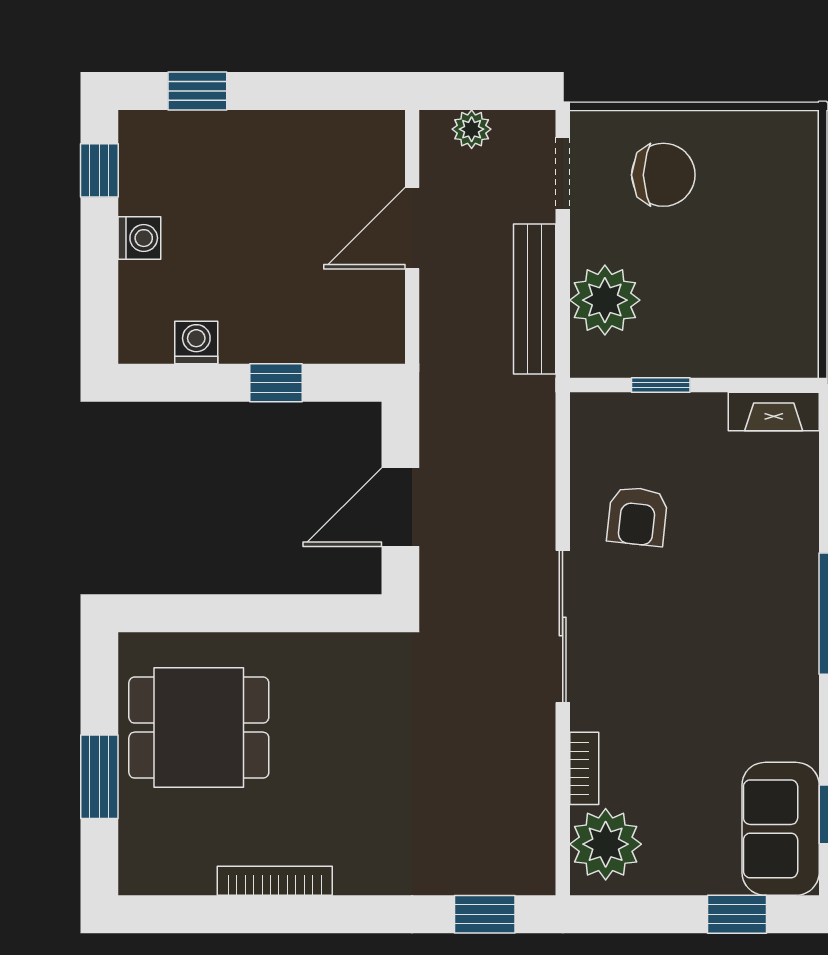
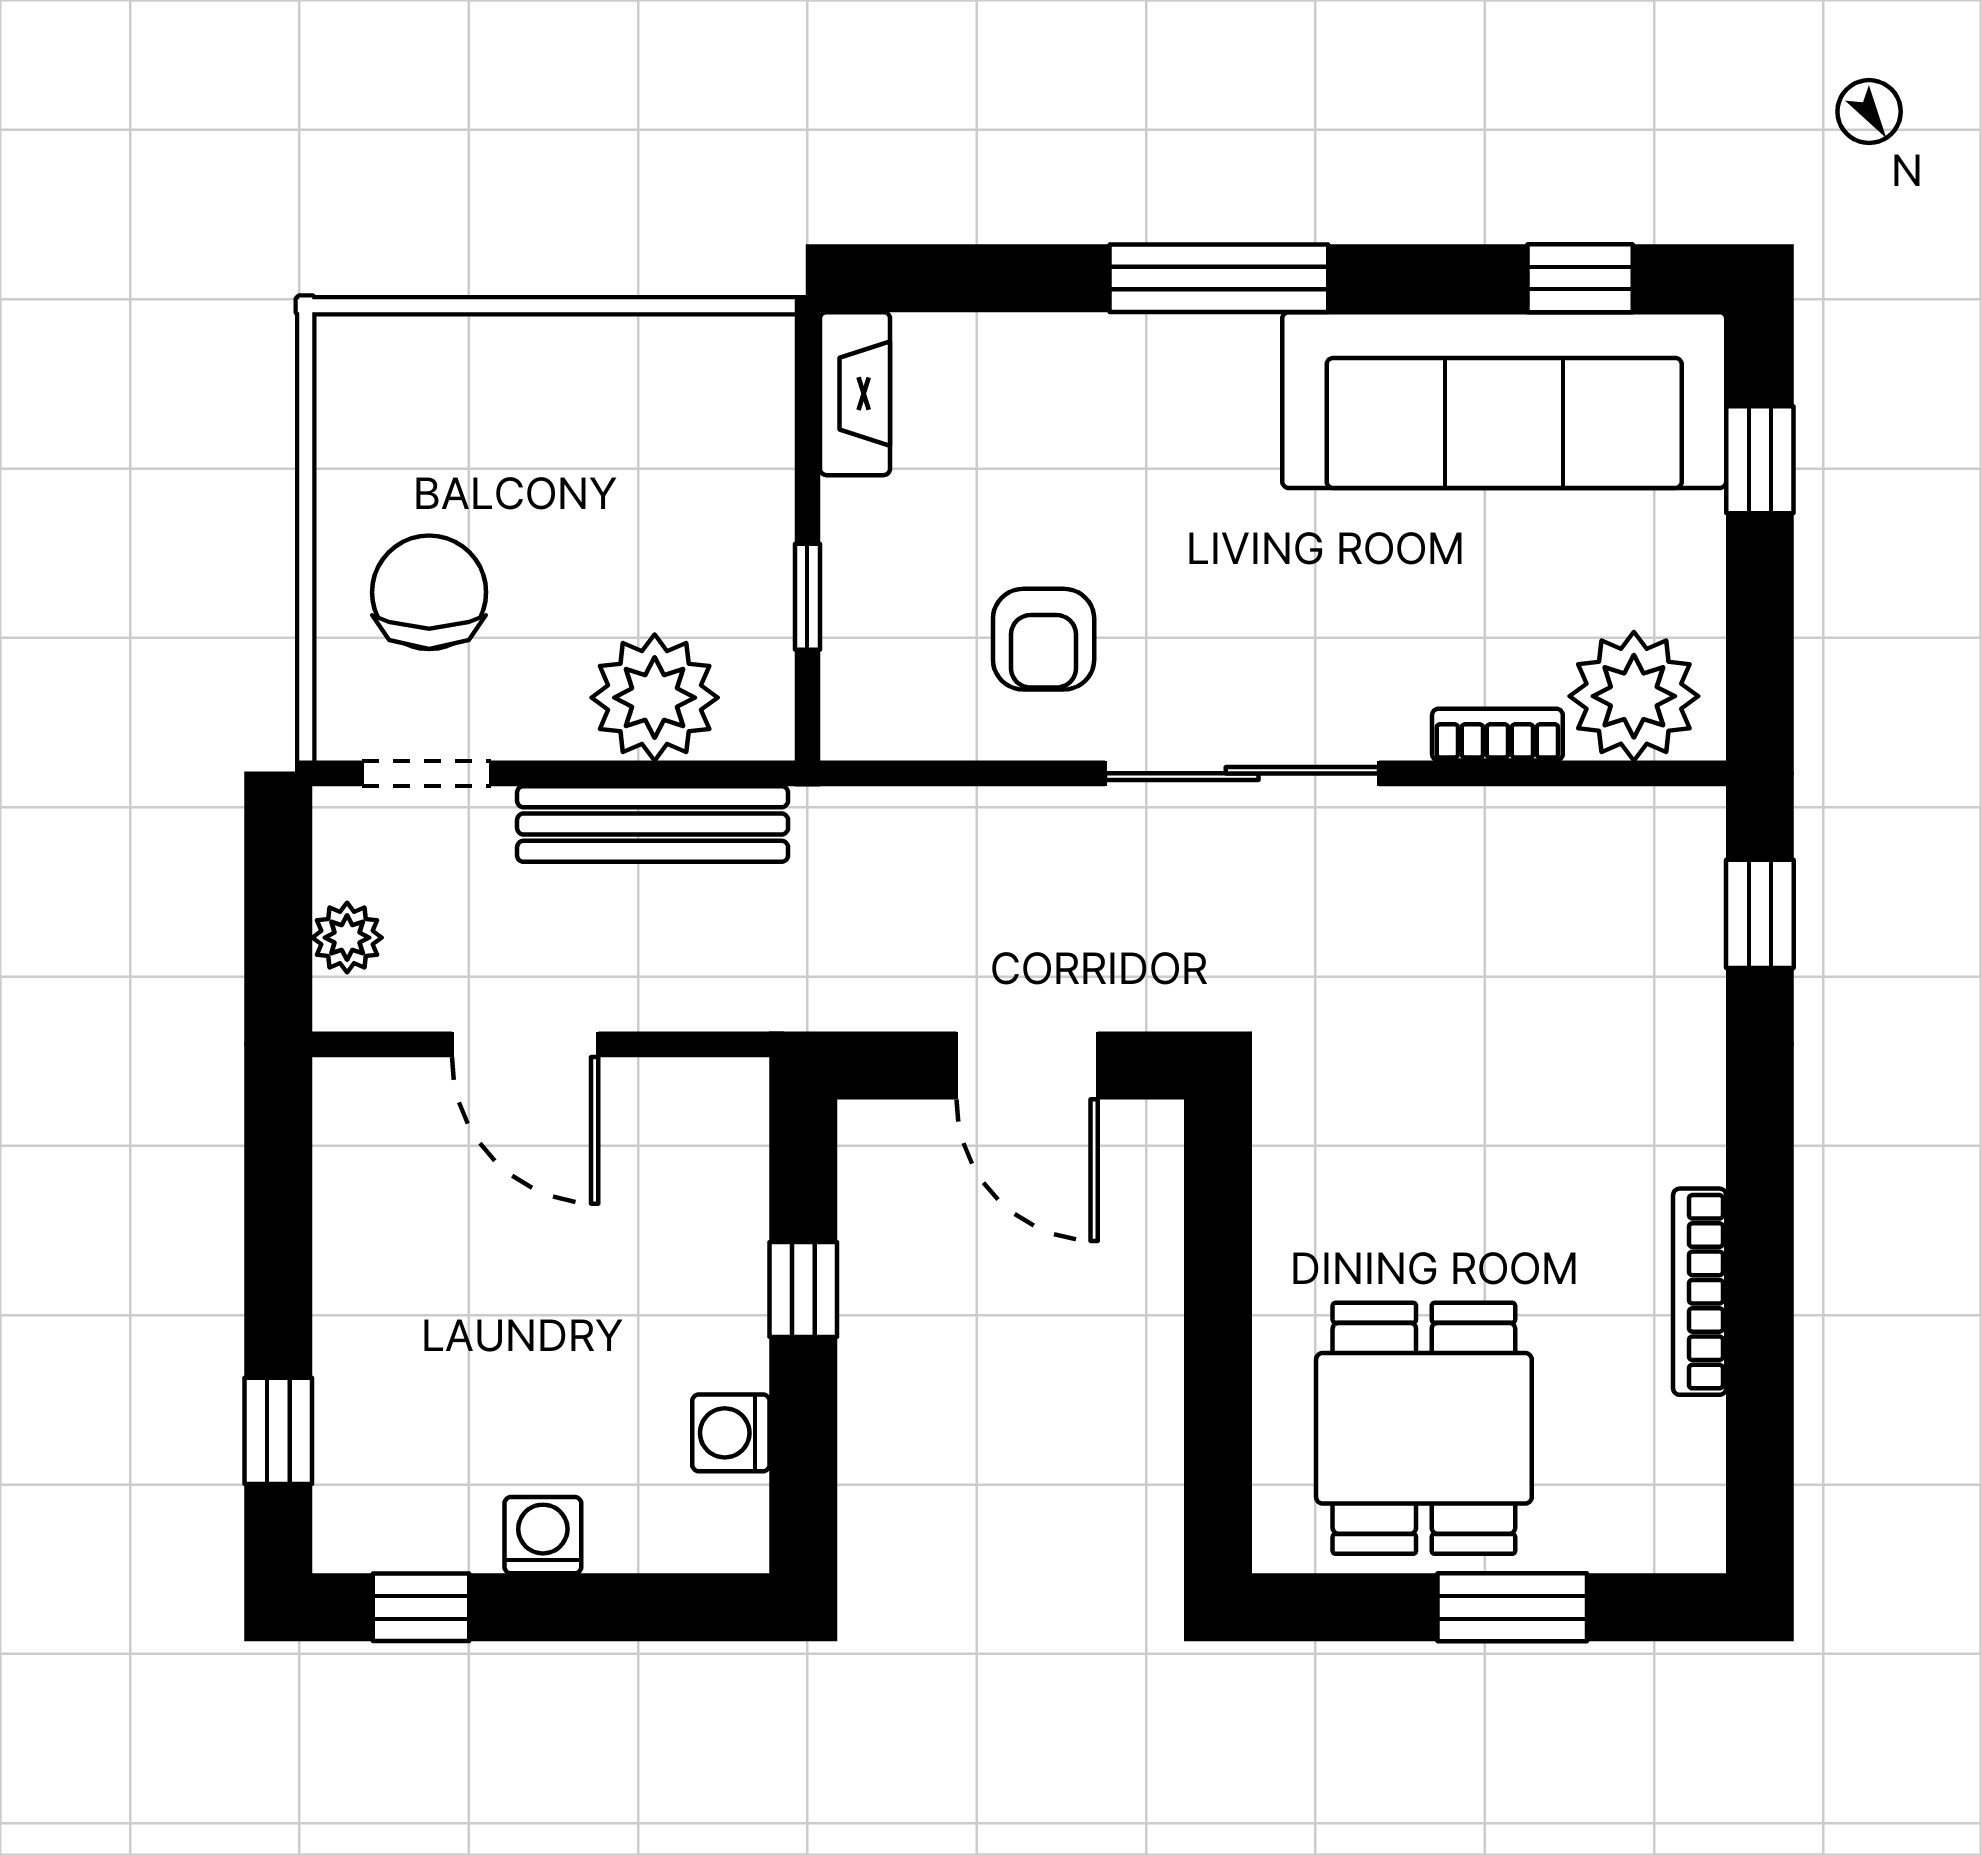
armchair: (637, 516) -> (1044, 639), turned 84
sofa: (781, 829) -> (1504, 400), width x1.85, depth x1.27

